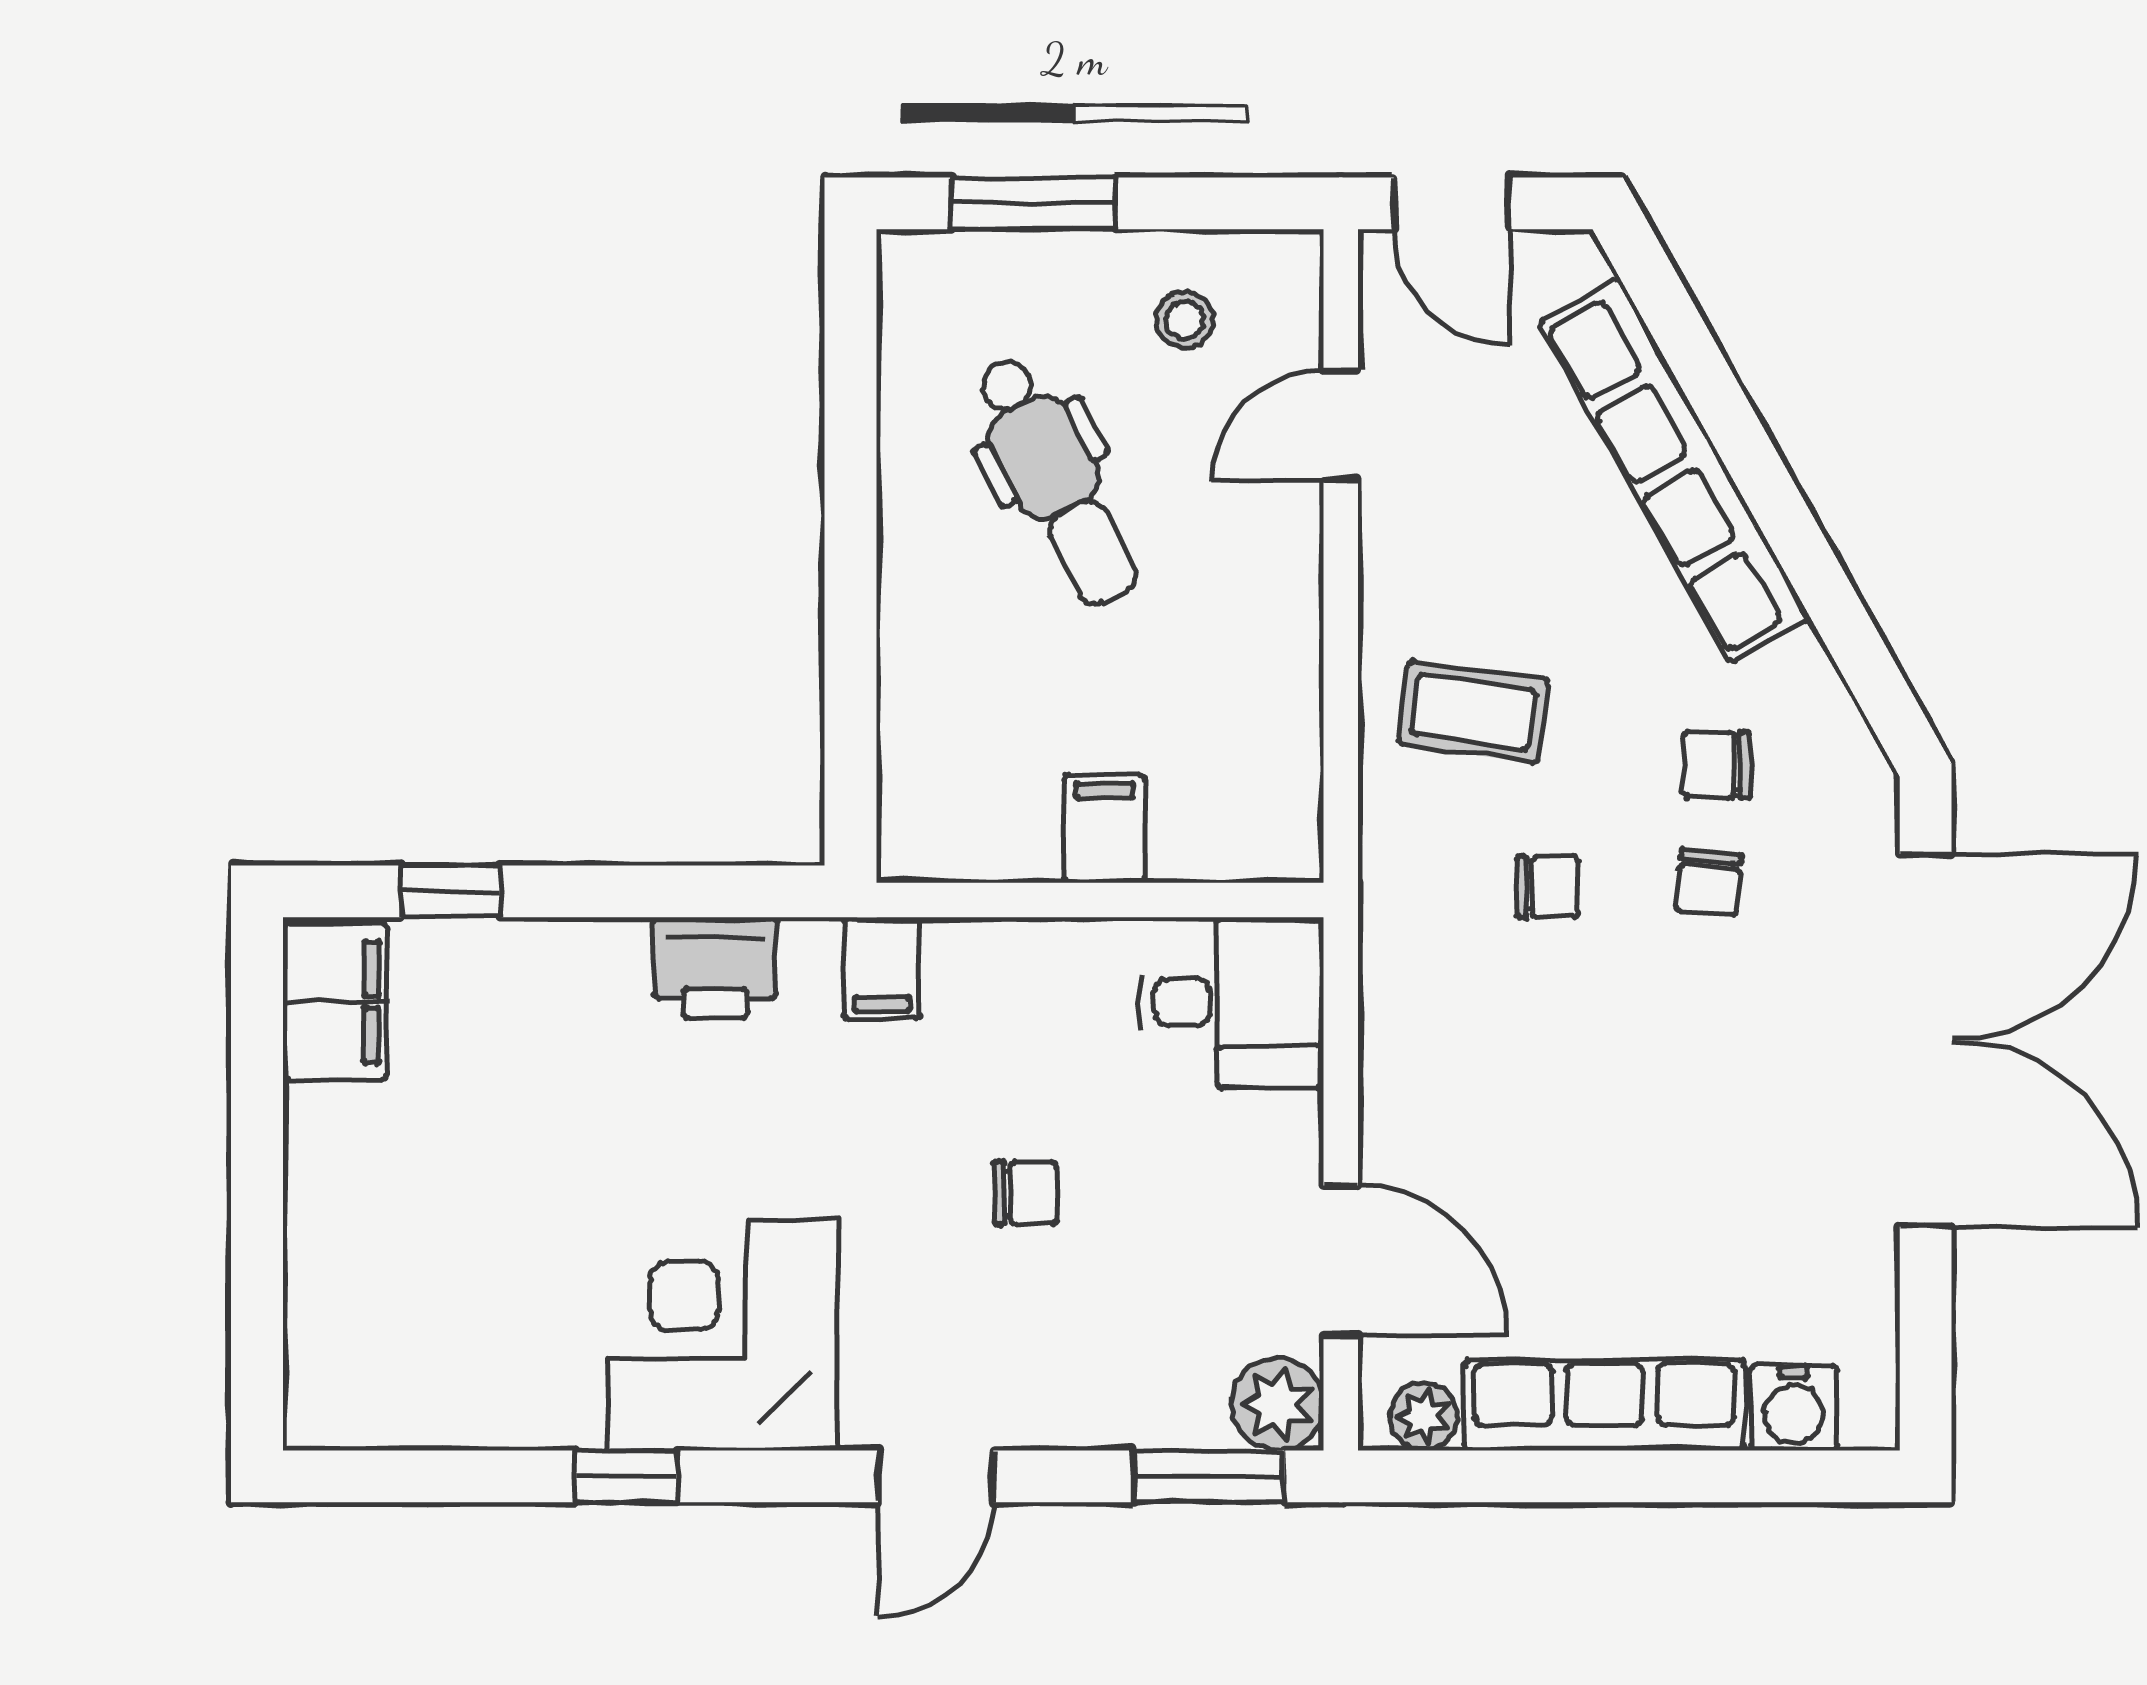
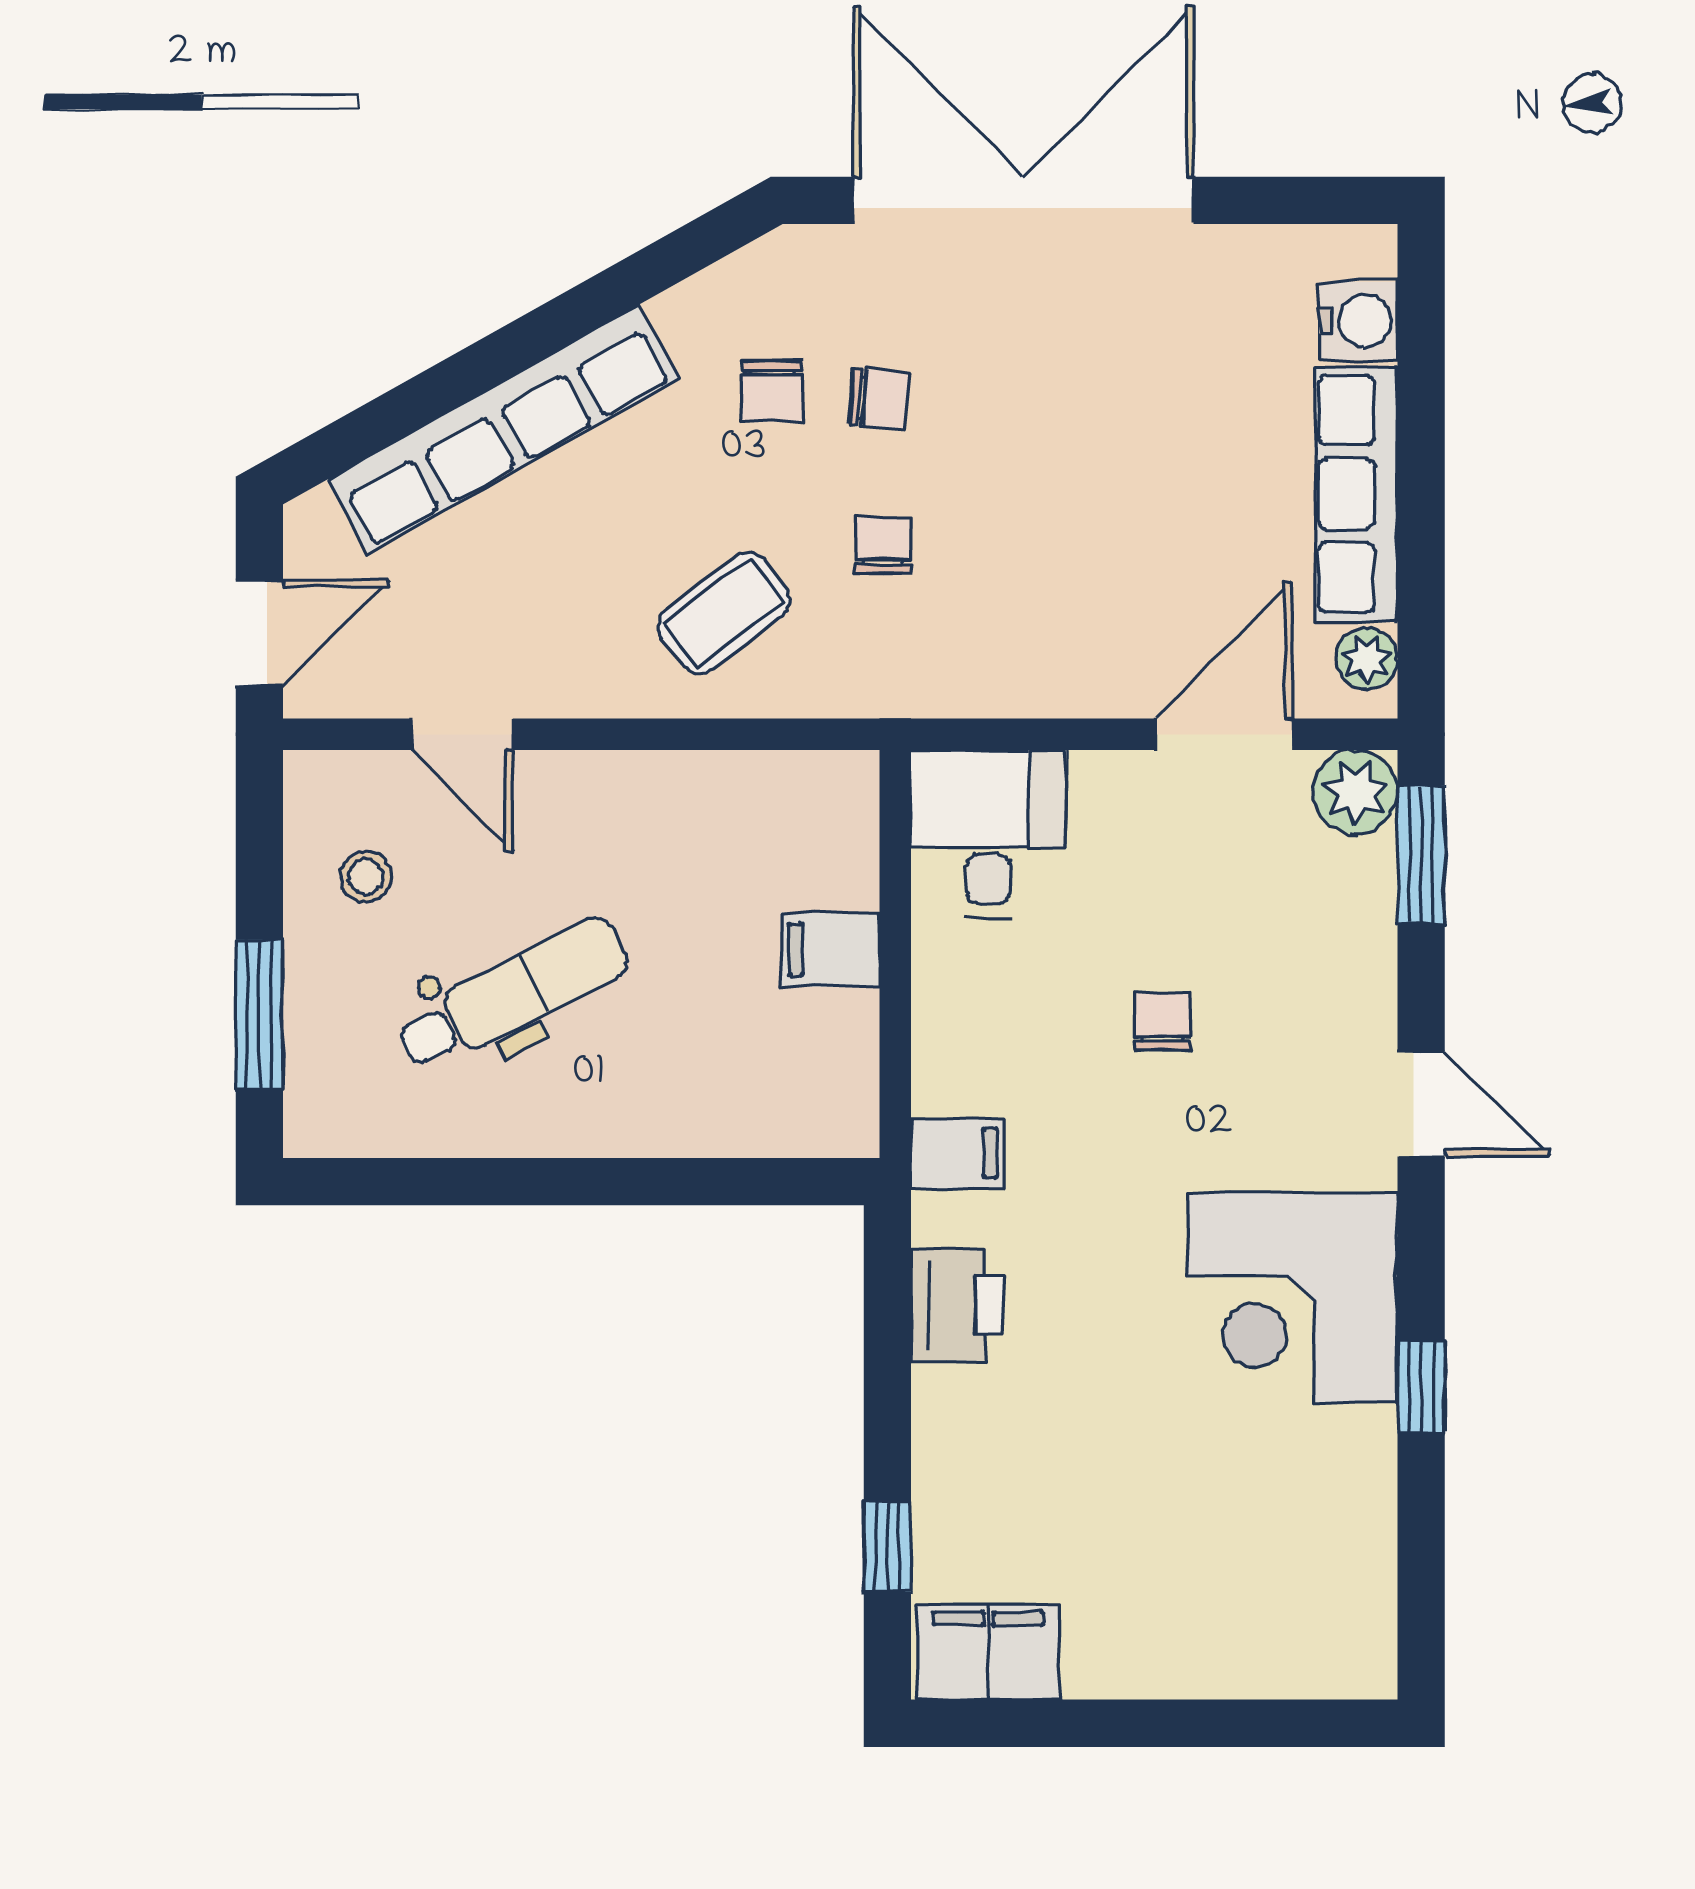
coffee table: (1473, 712) -> (724, 613), turned 45

